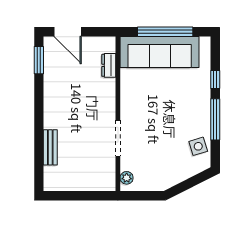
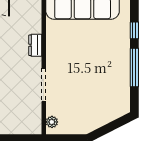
dresser: (109, 65) -> (35, 45), moved
side table: (198, 146) -> (119, 93), removed

